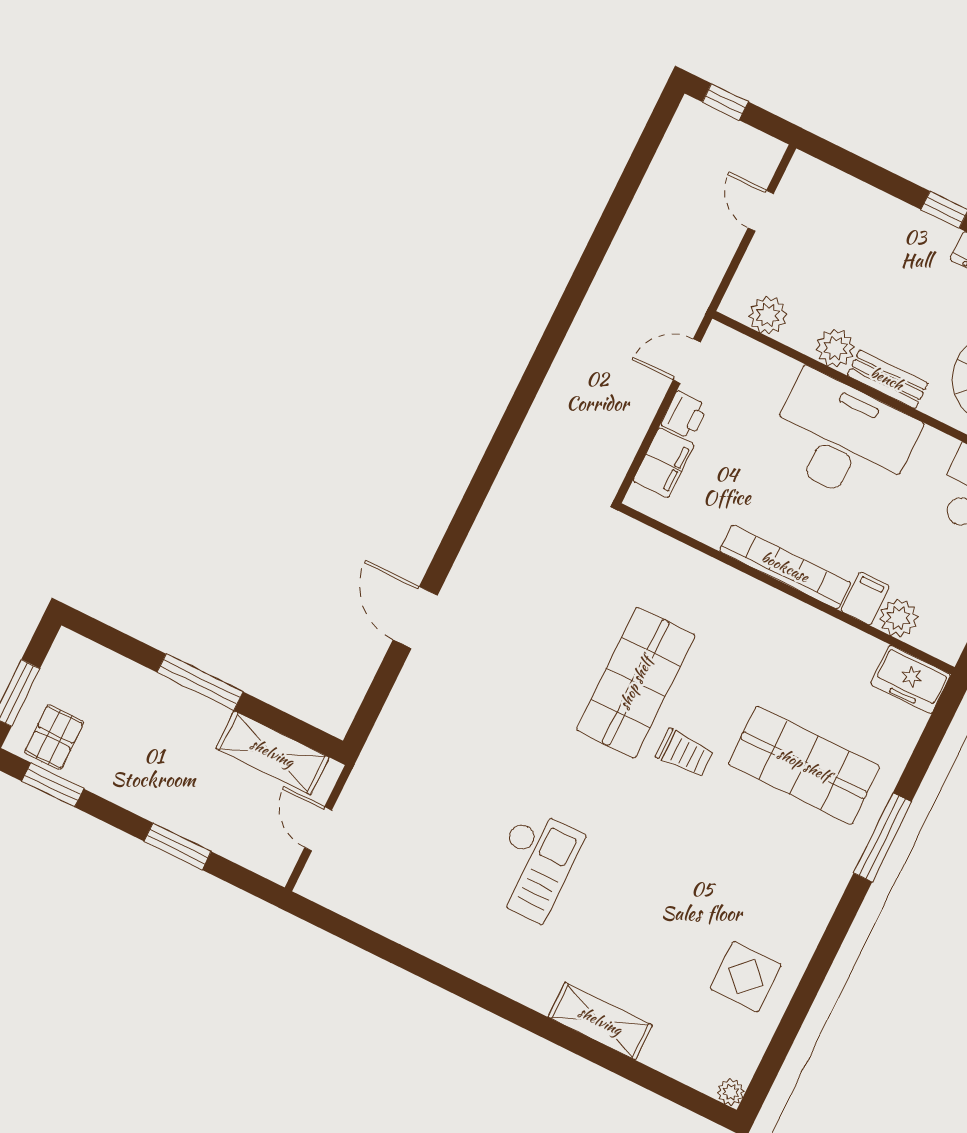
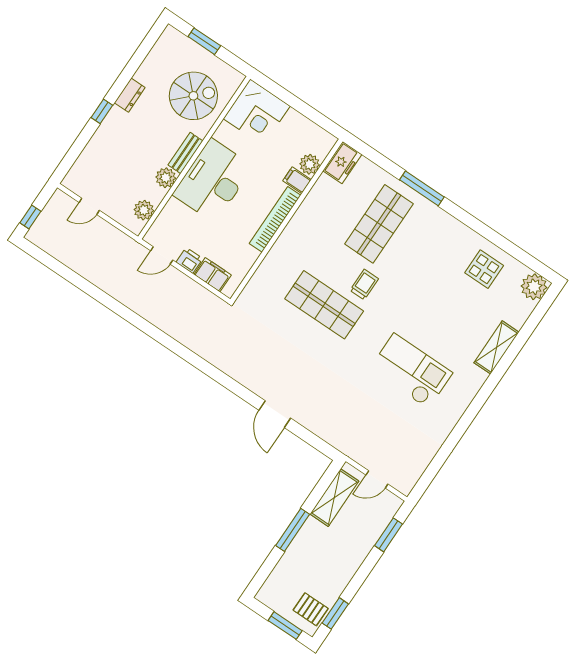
door: (687, 361) -> (162, 255), hinge flipped
door: (415, 618) -> (275, 414), hinge flipped
window: (178, 846) -> (388, 535), moved
checkout: (533, 865) -> (411, 371), width x1.36, depth x1.21
plant: (731, 1092) -> (534, 287), width x1.87, depth x1.87

